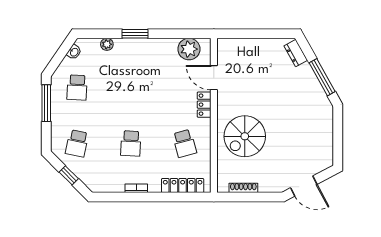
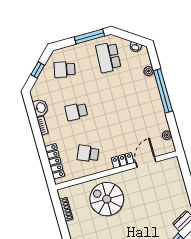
window: (135, 34) -> (163, 91), width x2.11
plant: (189, 49) -> (167, 135), width x0.53, depth x0.53
school desk: (77, 87) -> (108, 57), width x1.85
school desk: (185, 143) -> (88, 154), turned 39
washbasin: (114, 185) -> (41, 108), added

